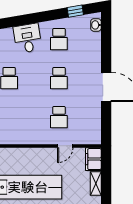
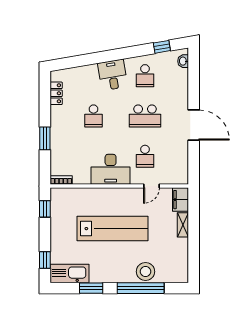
school desk: (59, 78) -> (145, 116), width x1.85
desk: (26, 130) -> (111, 169), added

